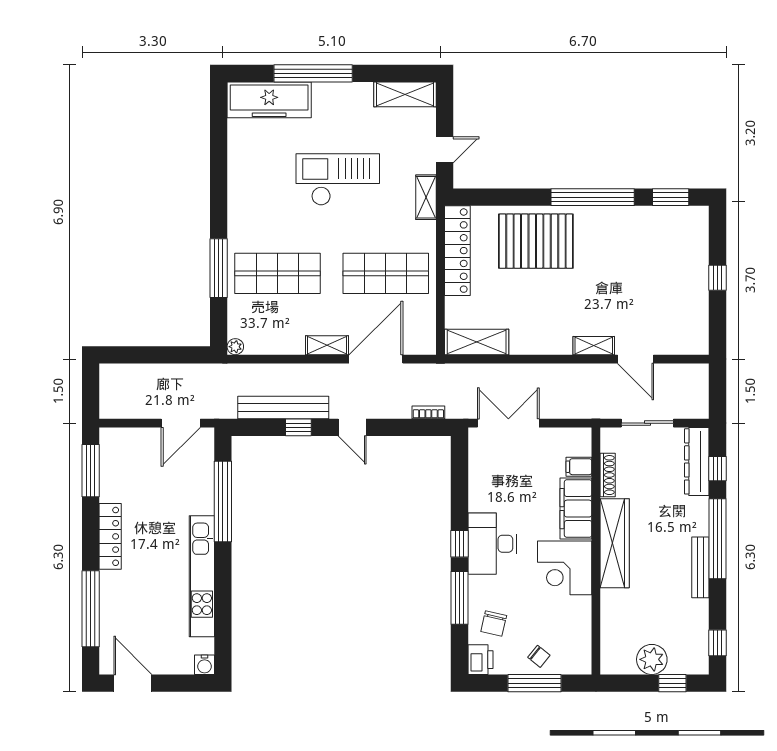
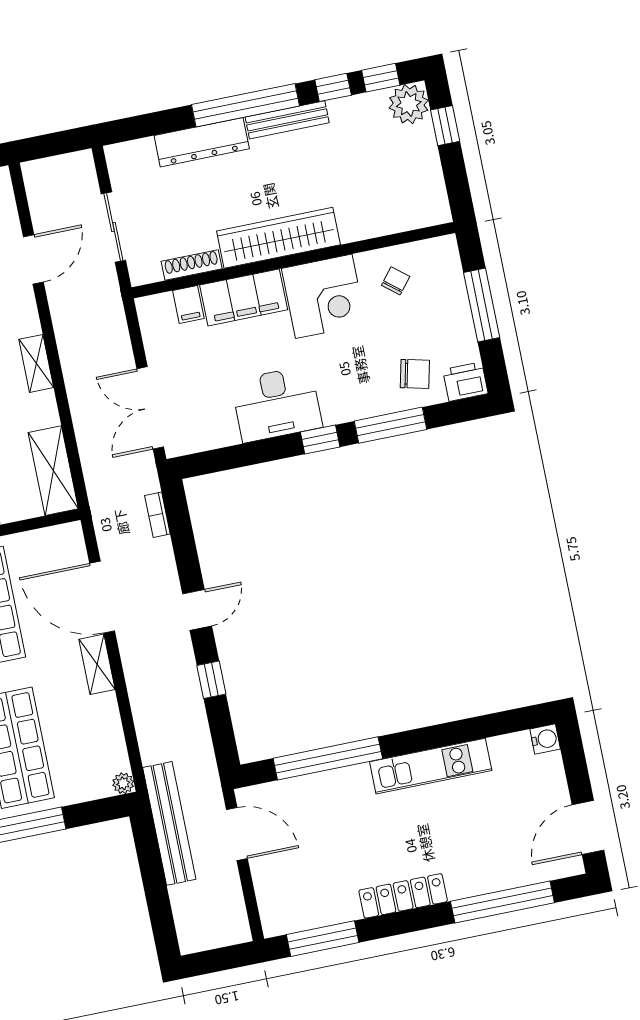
shelving: (594, 346) -> (36, 363), moved
bench: (283, 407) -> (169, 823), moved
dresser: (697, 461) -> (202, 142), moved
window: (717, 469) -> (333, 87), moved
desk: (492, 544) -> (277, 404), moved
kitchen unit: (202, 576) -> (431, 766), width x0.73
chair: (539, 656) -> (396, 281), moved
plant: (652, 659) -> (409, 104), moved

